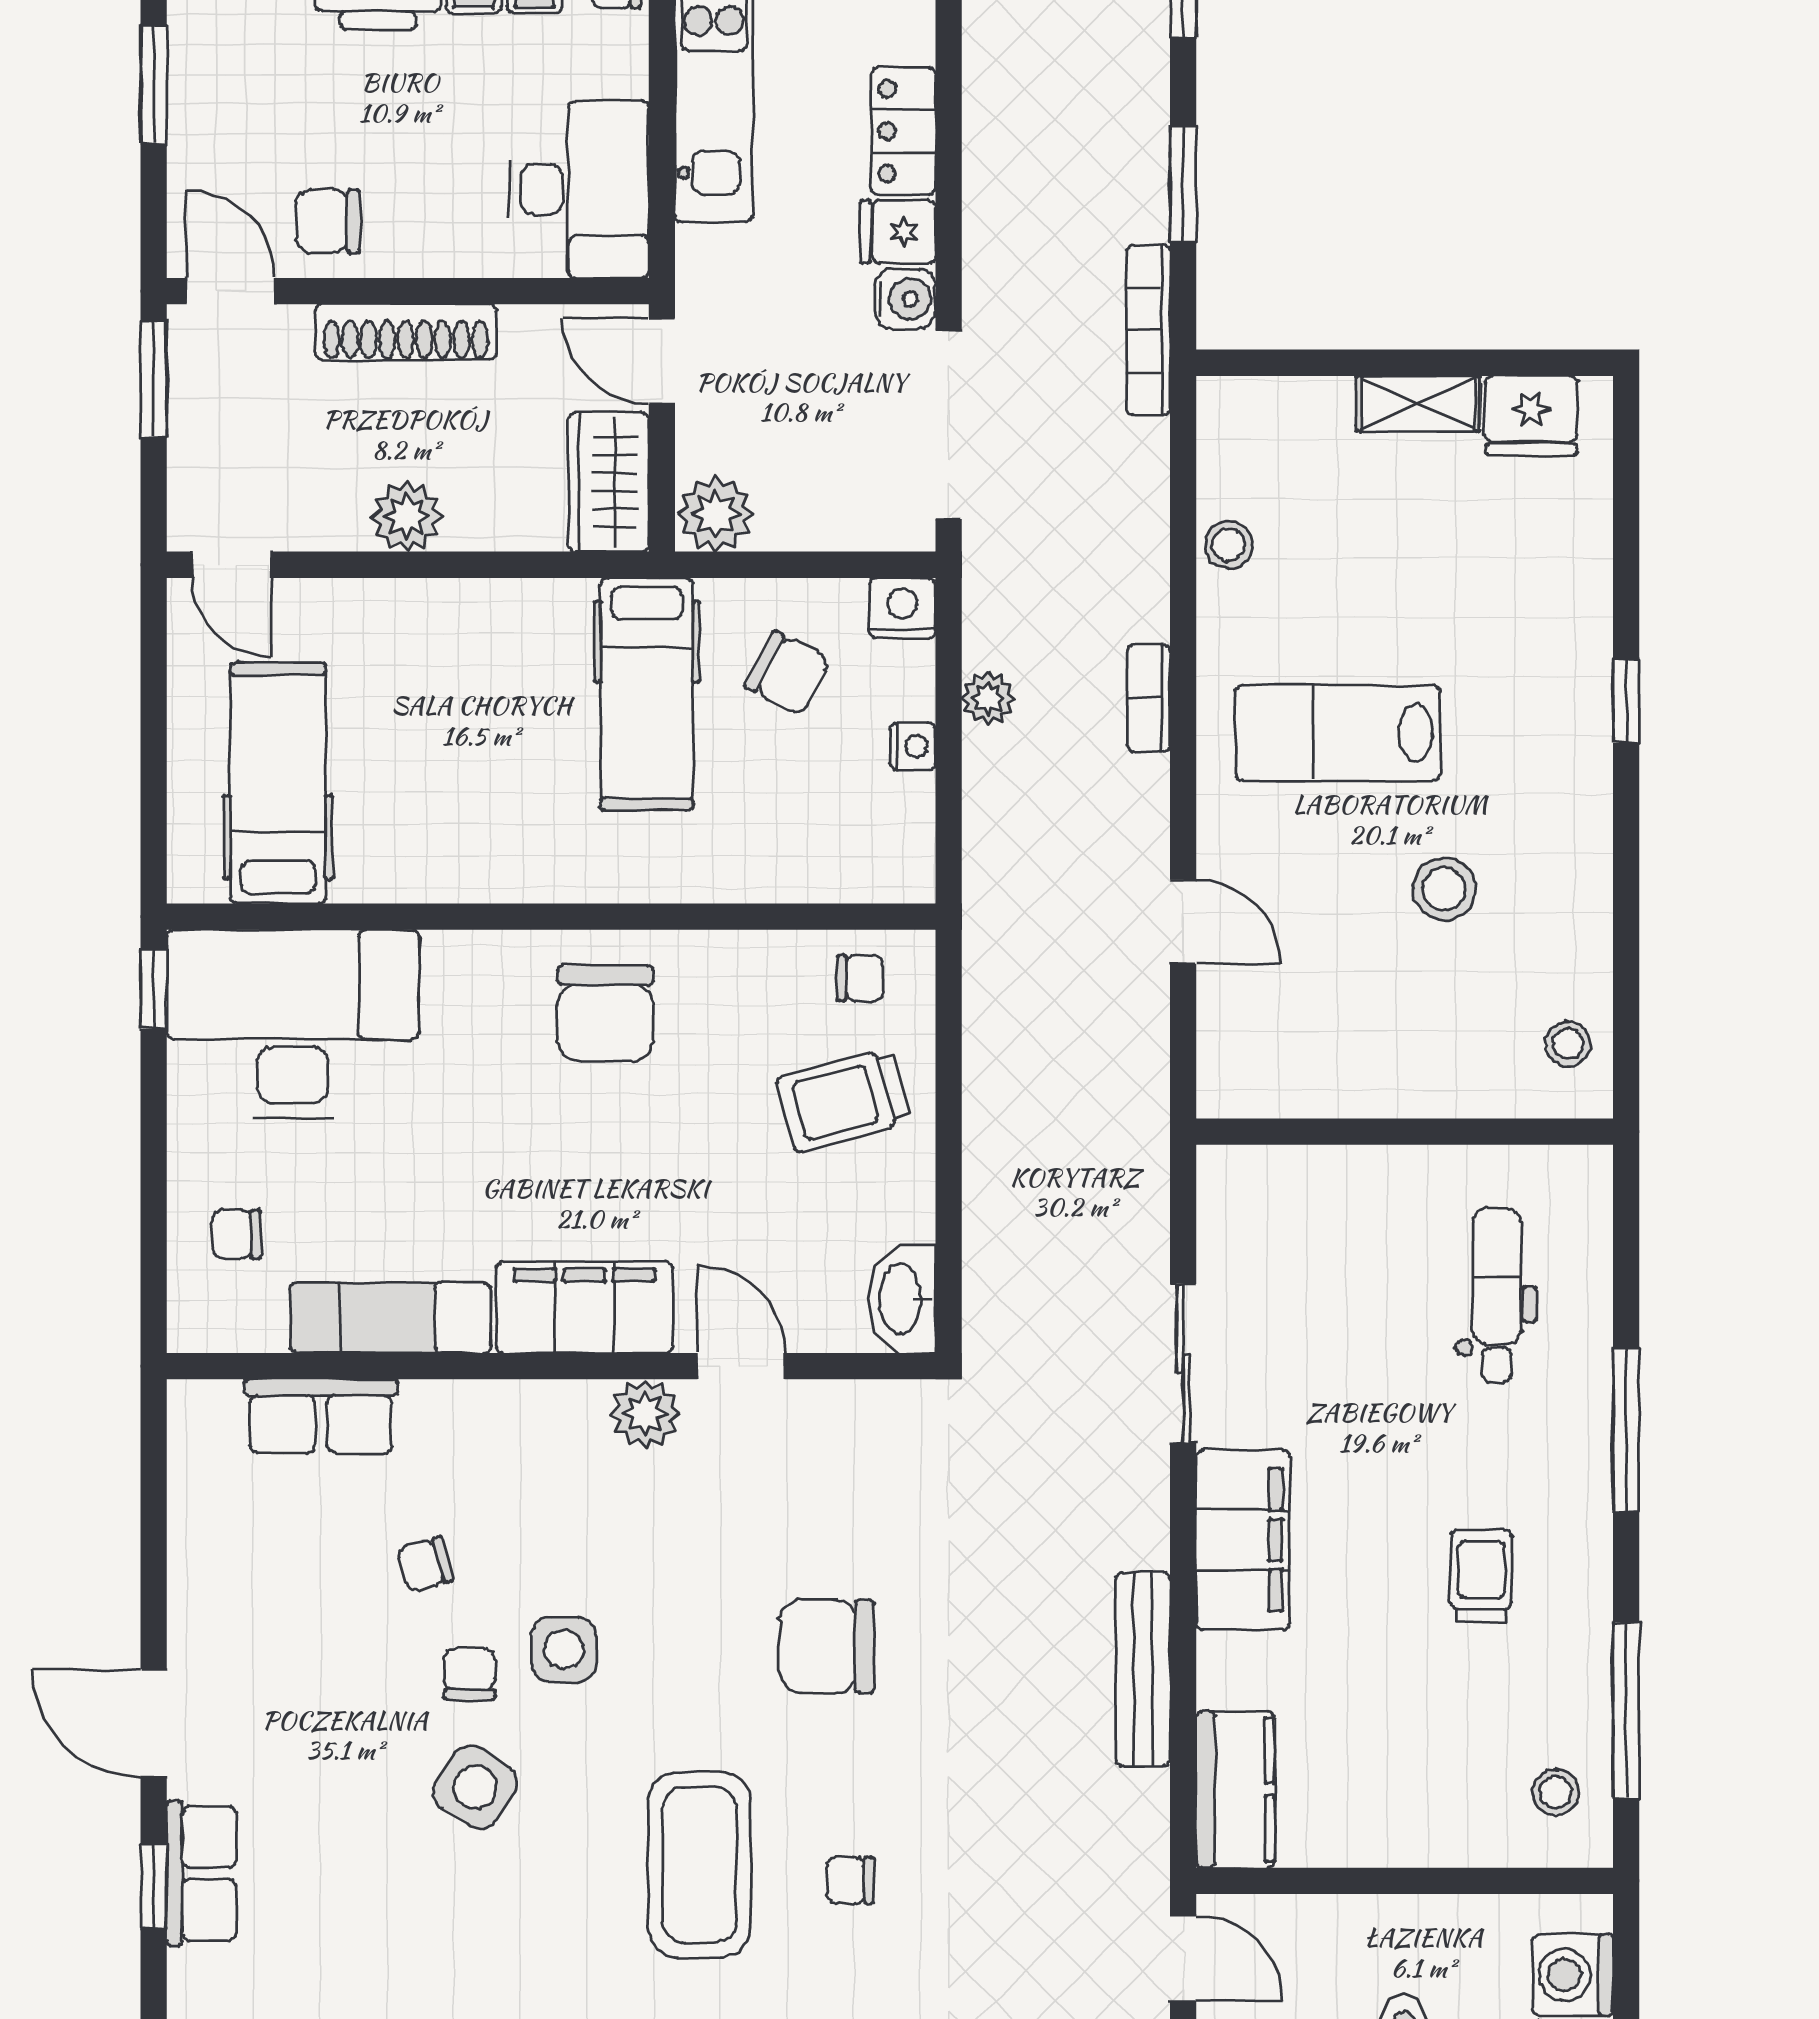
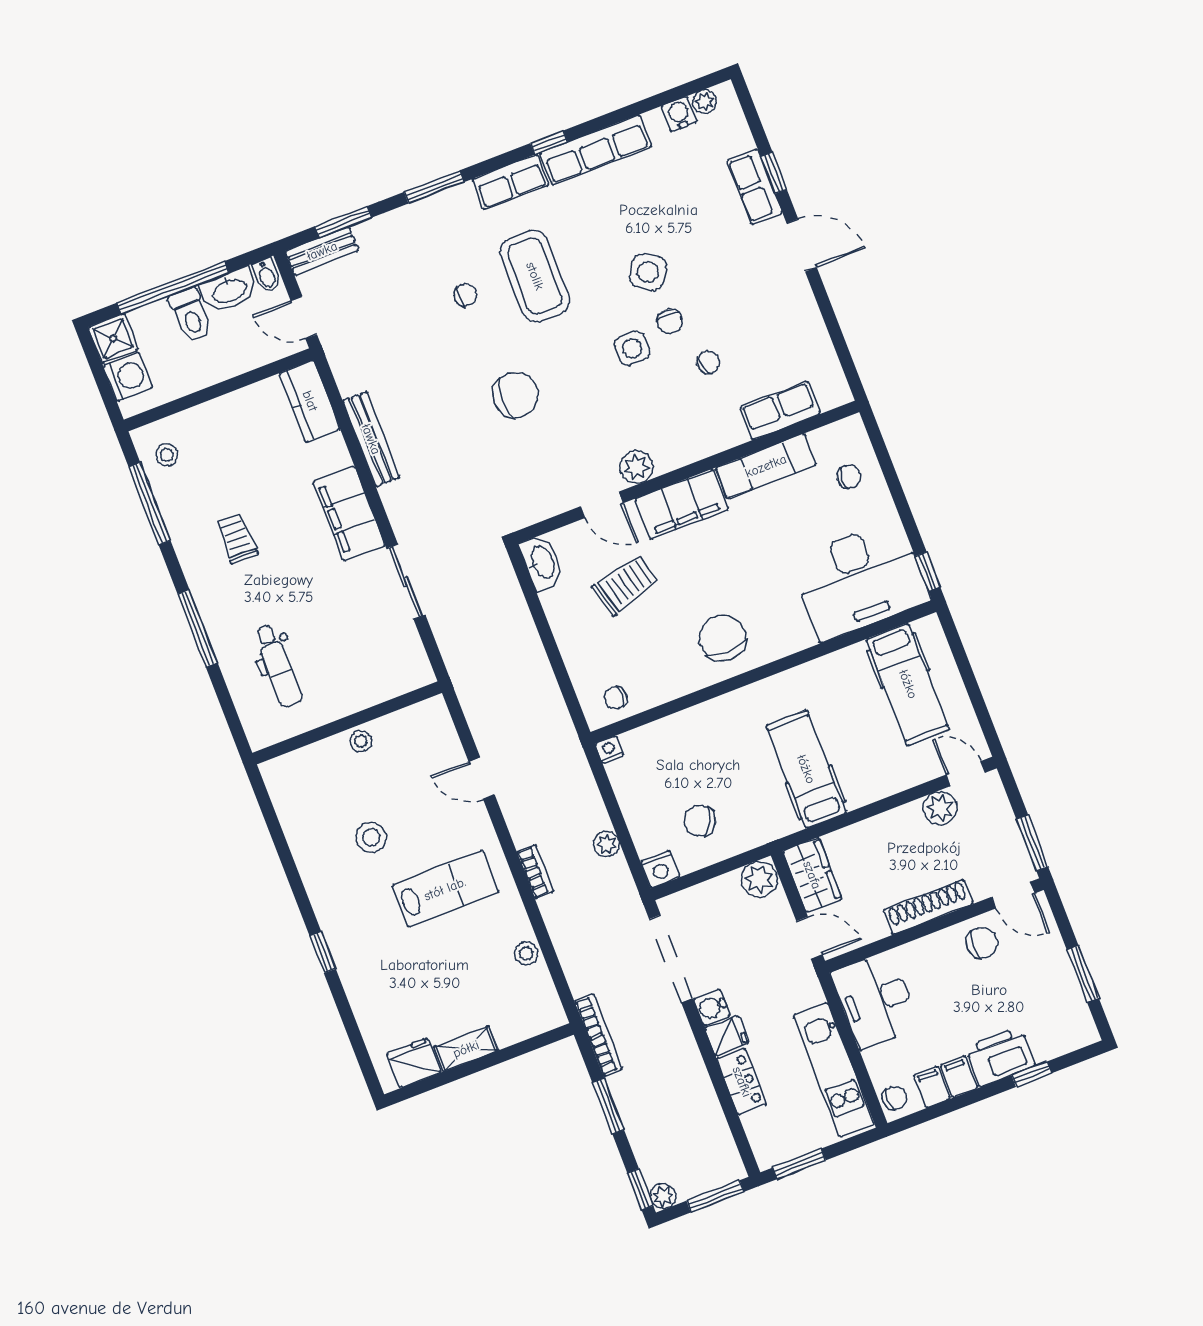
plant: (407, 517) -> (940, 808), moved
hospital bed: (647, 694) -> (806, 769), moved
nightstand: (913, 746) -> (609, 750), moved, turned 90
stool: (1568, 1044) -> (361, 741), moved
trolley: (844, 1100) -> (625, 585), moved
trolley: (1481, 1576) -> (237, 538), turned 180

